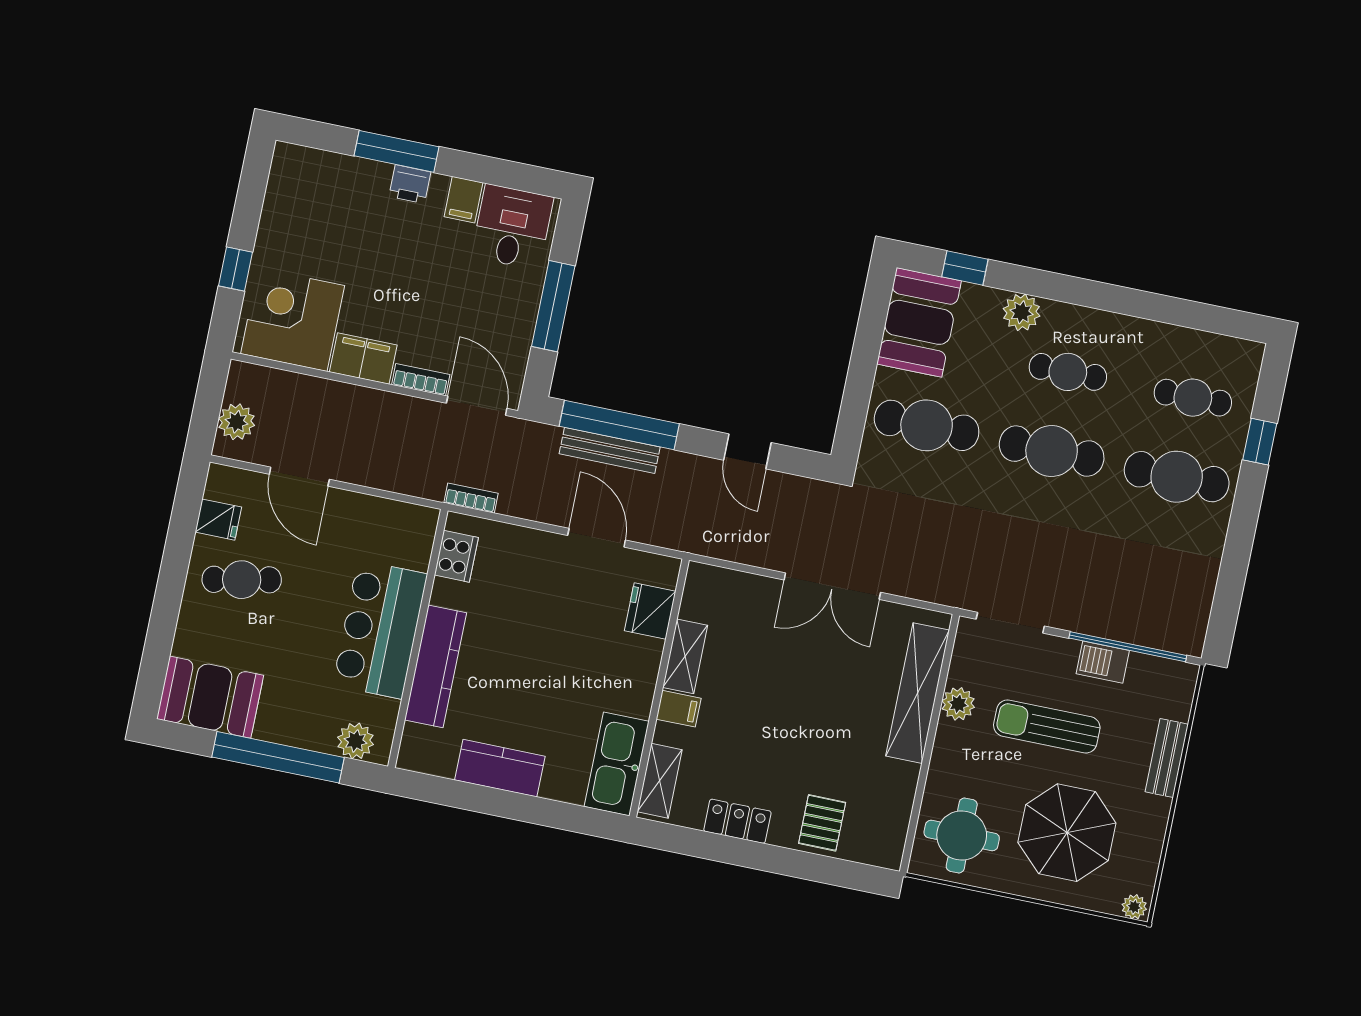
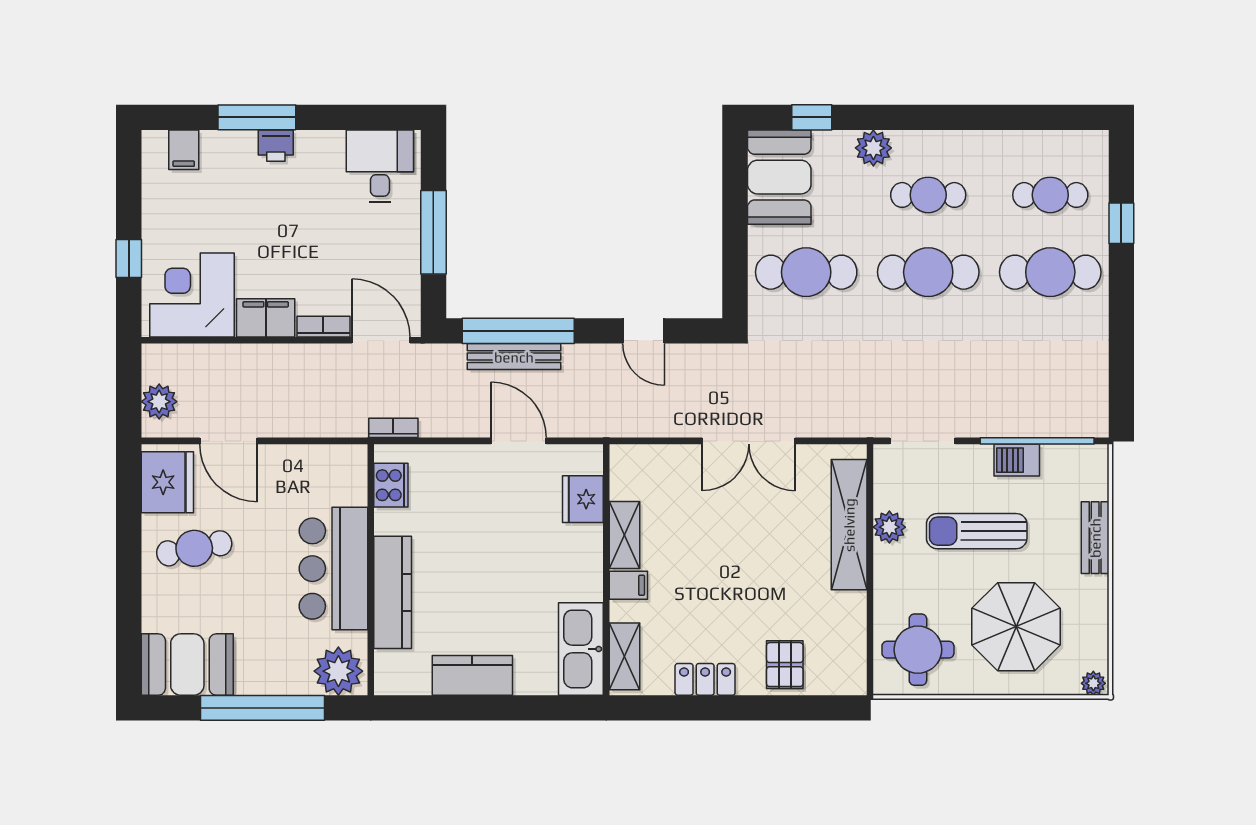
filing cabinet: (464, 200) -> (184, 150), moved
fridge: (218, 520) -> (167, 482), width x1.88, depth x1.34
plant: (356, 741) -> (338, 671), width x1.36, depth x1.36

